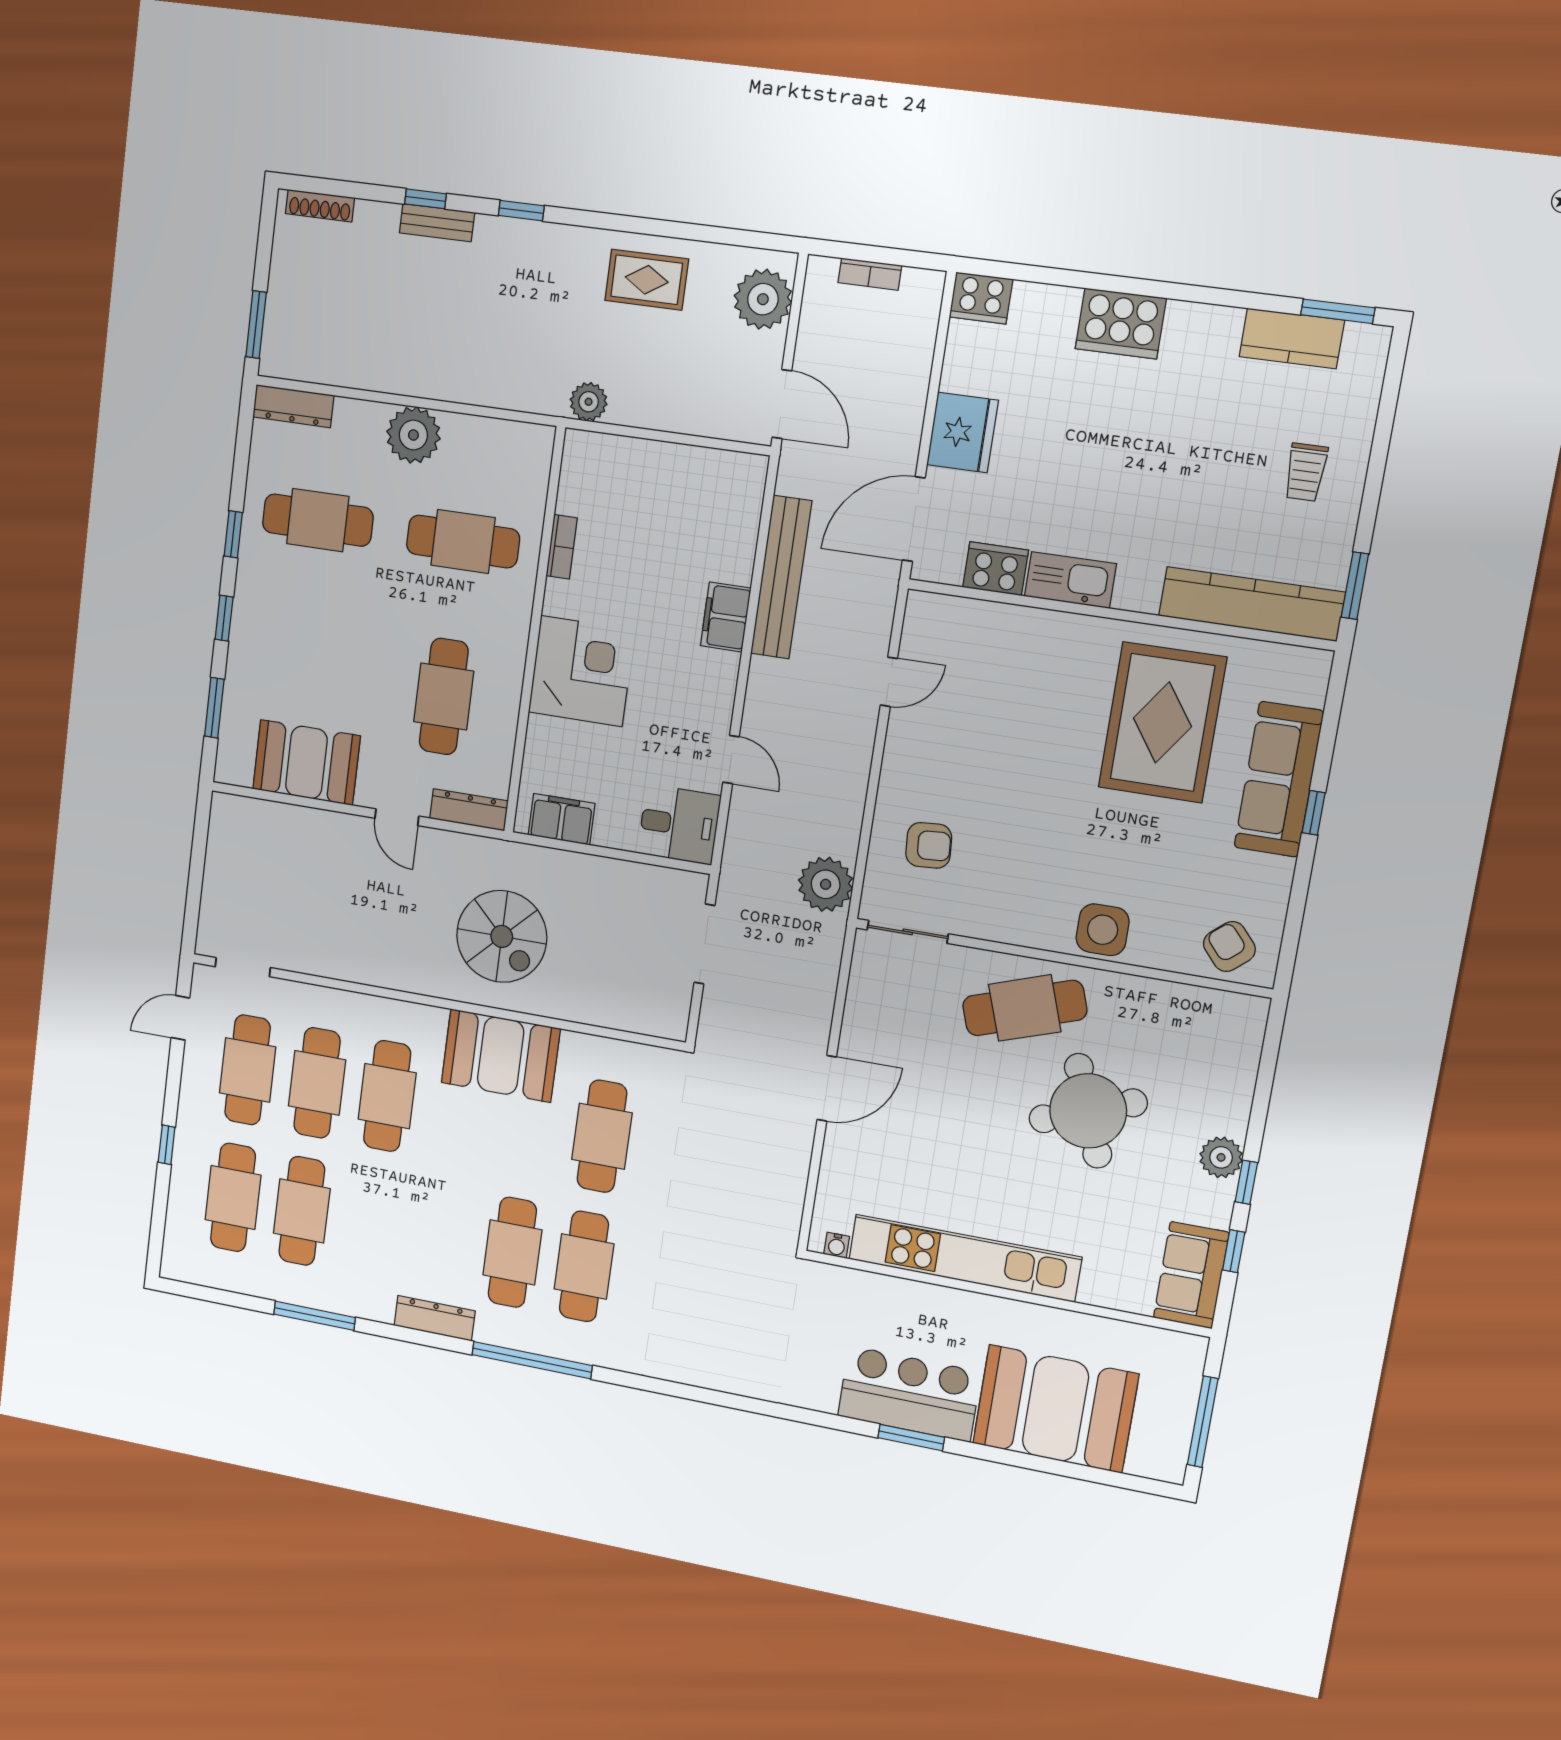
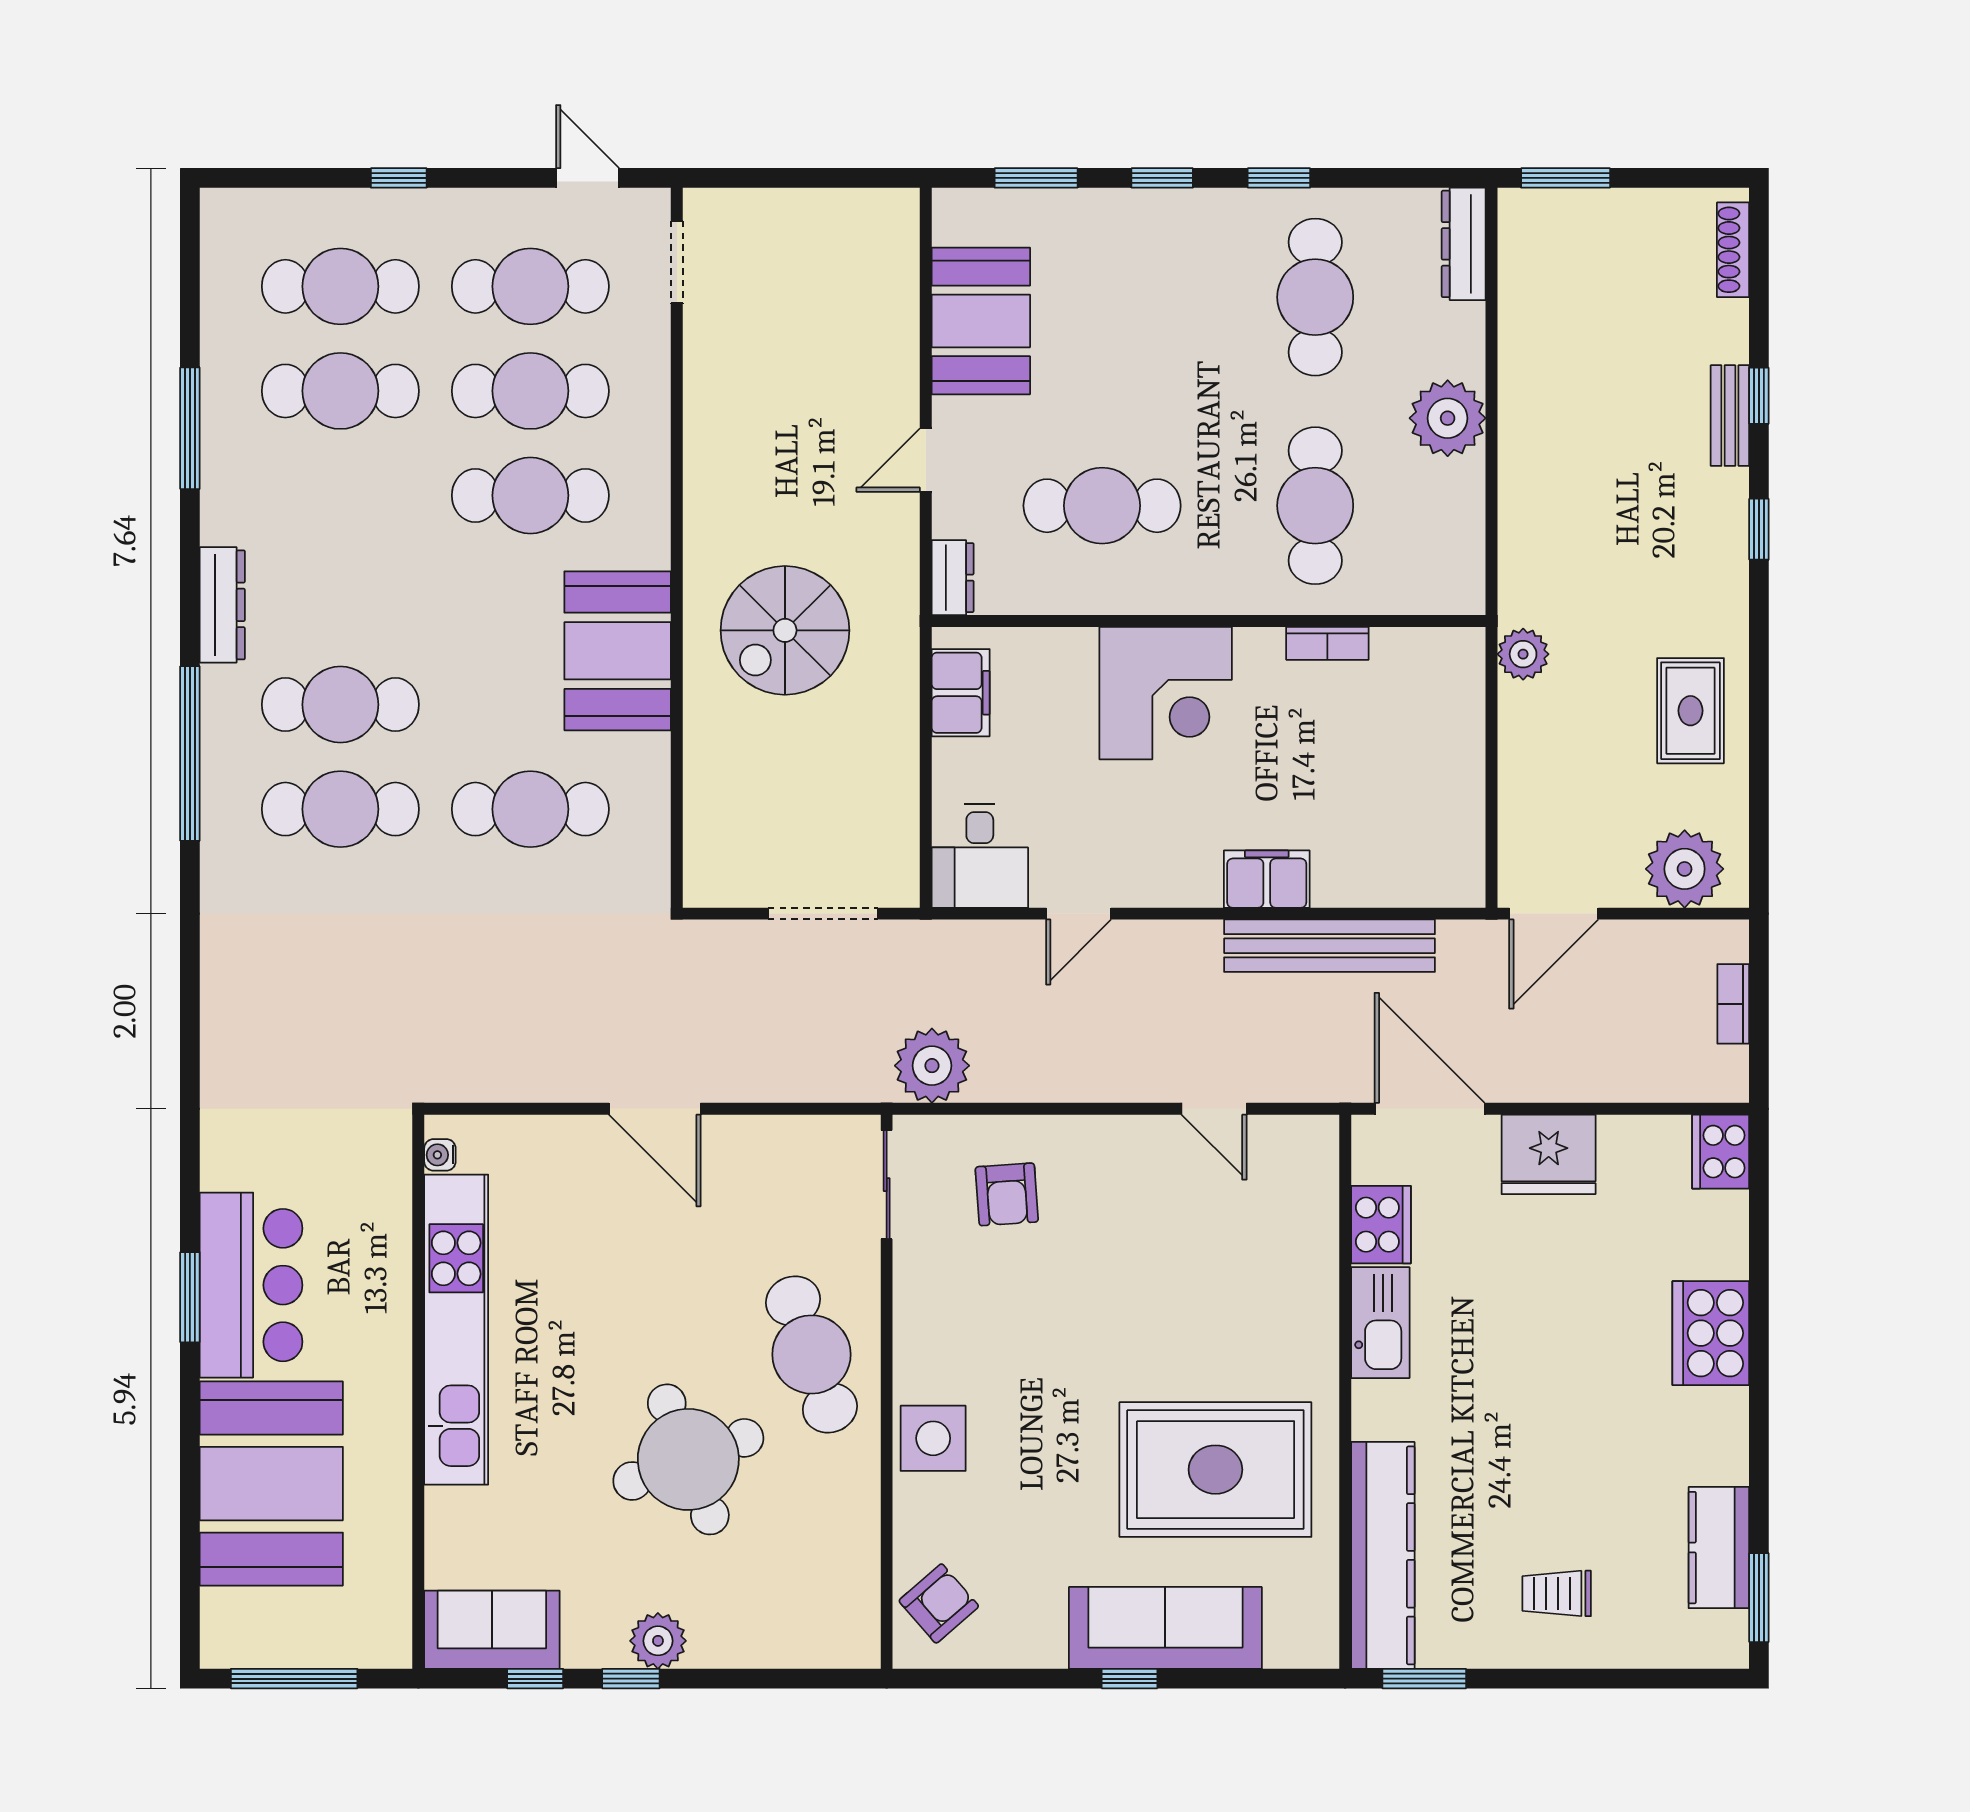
dresser: (469, 810) -> (953, 578), width x0.70

